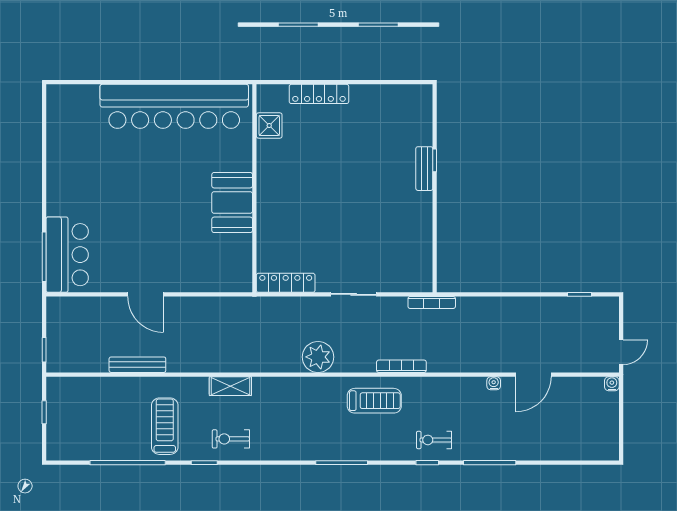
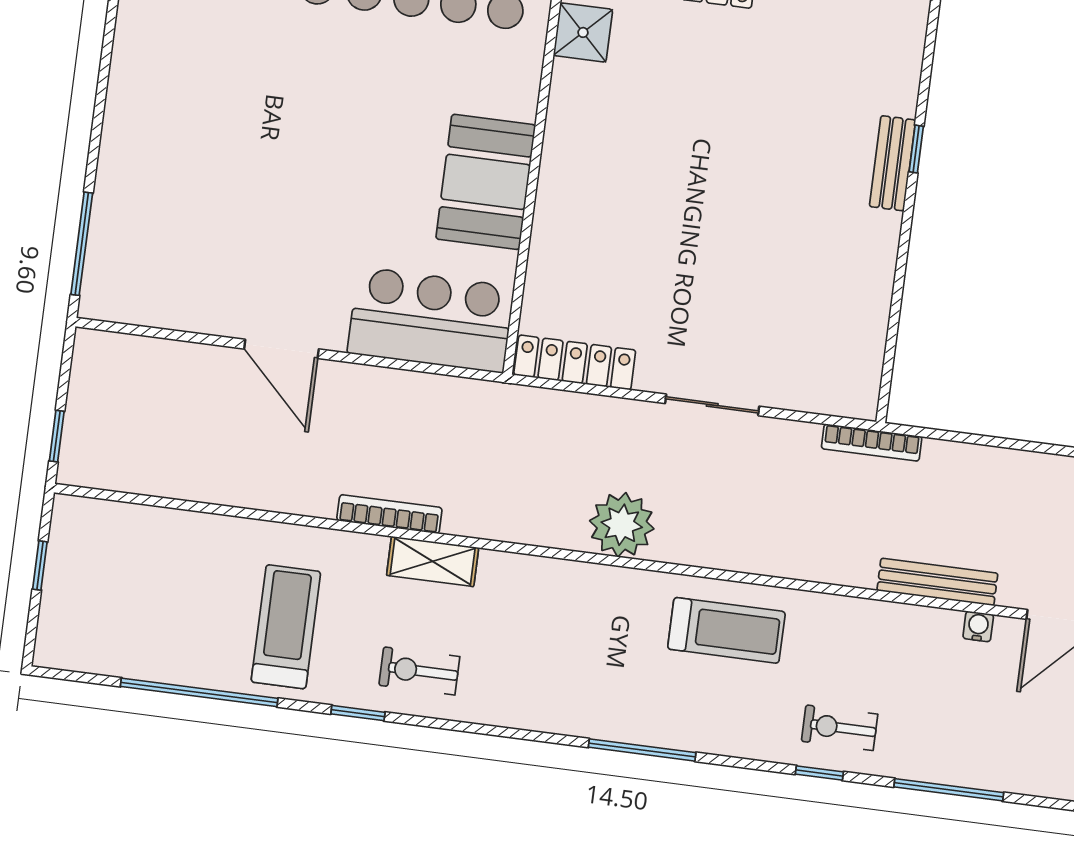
bar counter: (67, 255) -> (431, 320), moved, turned -90
bench: (137, 365) -> (937, 582), moved
bookcase: (401, 366) -> (389, 514), moved

